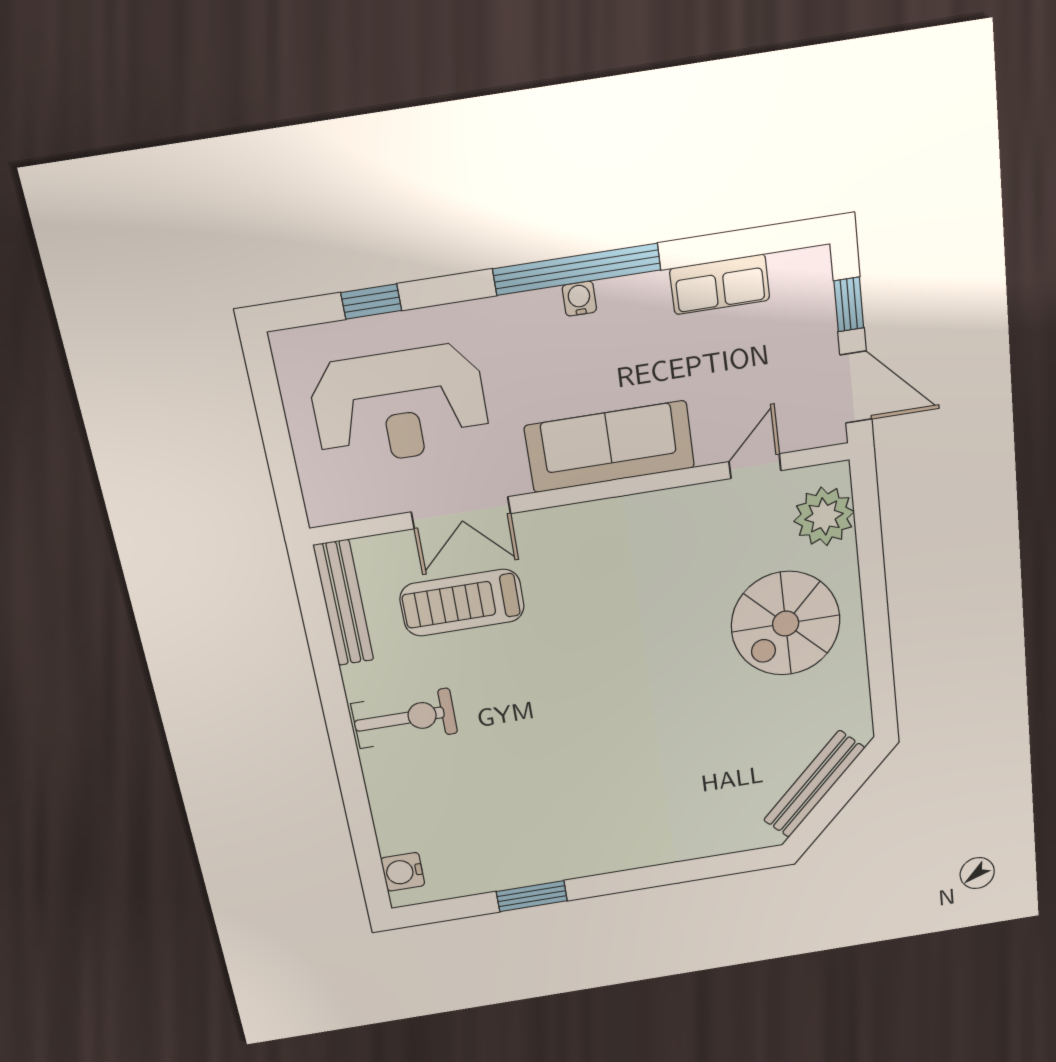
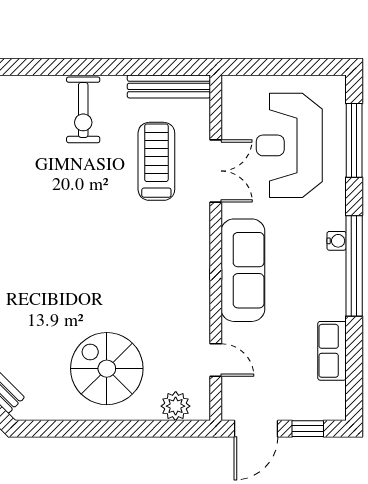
water cooler: (579, 299) -> (337, 241), moved
window: (371, 301) -> (354, 140), width x2.17
double door: (461, 513) -> (216, 171), swing flipped
plant: (824, 516) -> (176, 406), width x0.73, depth x0.73

